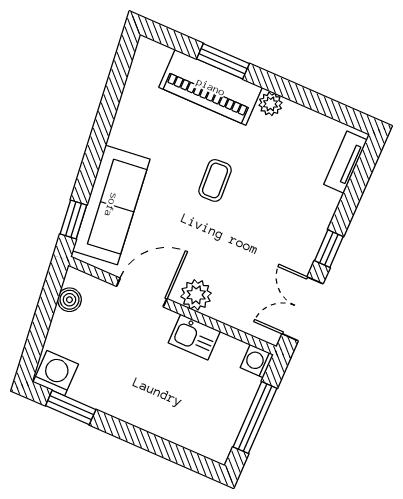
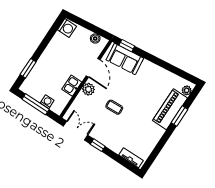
plant: (271, 104) -> (187, 90), moved
coffee table: (215, 180) -> (114, 107), moved
sofa: (111, 205) -> (125, 59), width x0.73
washing machine: (257, 361) -> (47, 102), moved
window: (71, 408) -> (28, 68), moved

